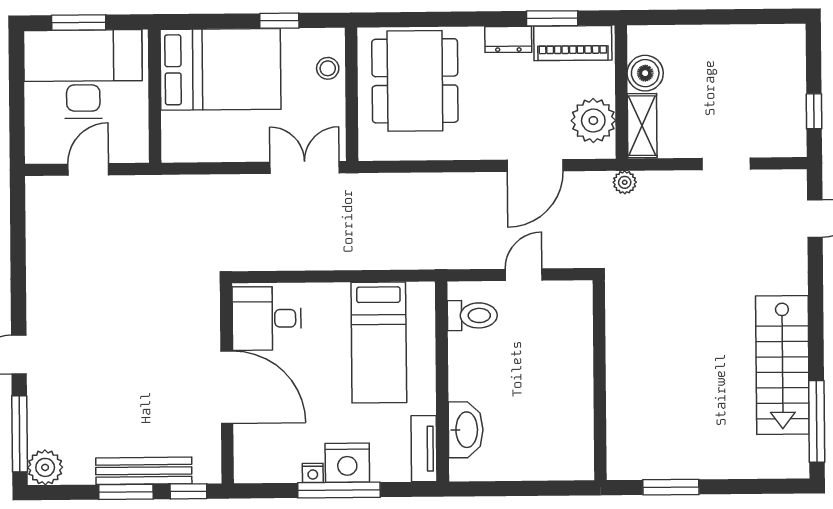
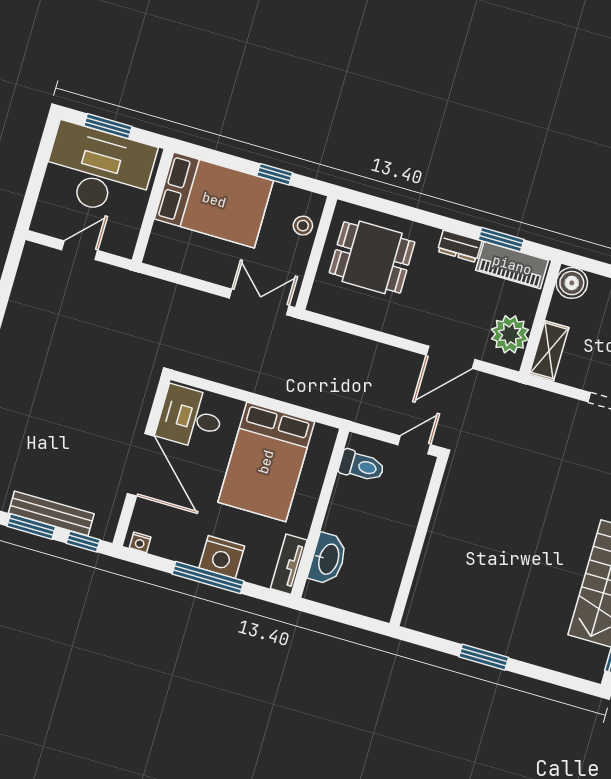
boiler: (645, 73) -> (572, 283), moved
dining table: (415, 81) -> (372, 257), width x0.73
plant: (625, 182) -> (521, 393), removed
bed: (379, 342) -> (266, 462), width x1.50
wall: (600, 380) -> (418, 541), moved
nightstand: (313, 473) -> (140, 542), moved

